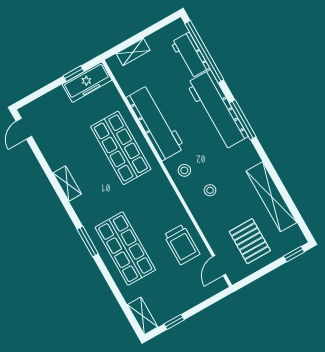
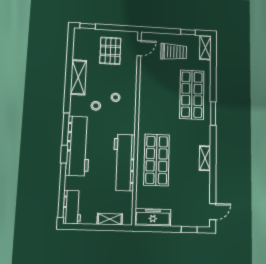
workbench: (190, 55) -> (72, 207), moved
window: (74, 74) -> (189, 230), moved
stool: (184, 170) -> (96, 106), moved
shelving: (271, 197) -> (78, 77), width x0.68
trolley: (182, 244) -> (174, 52), moved, turned 90

